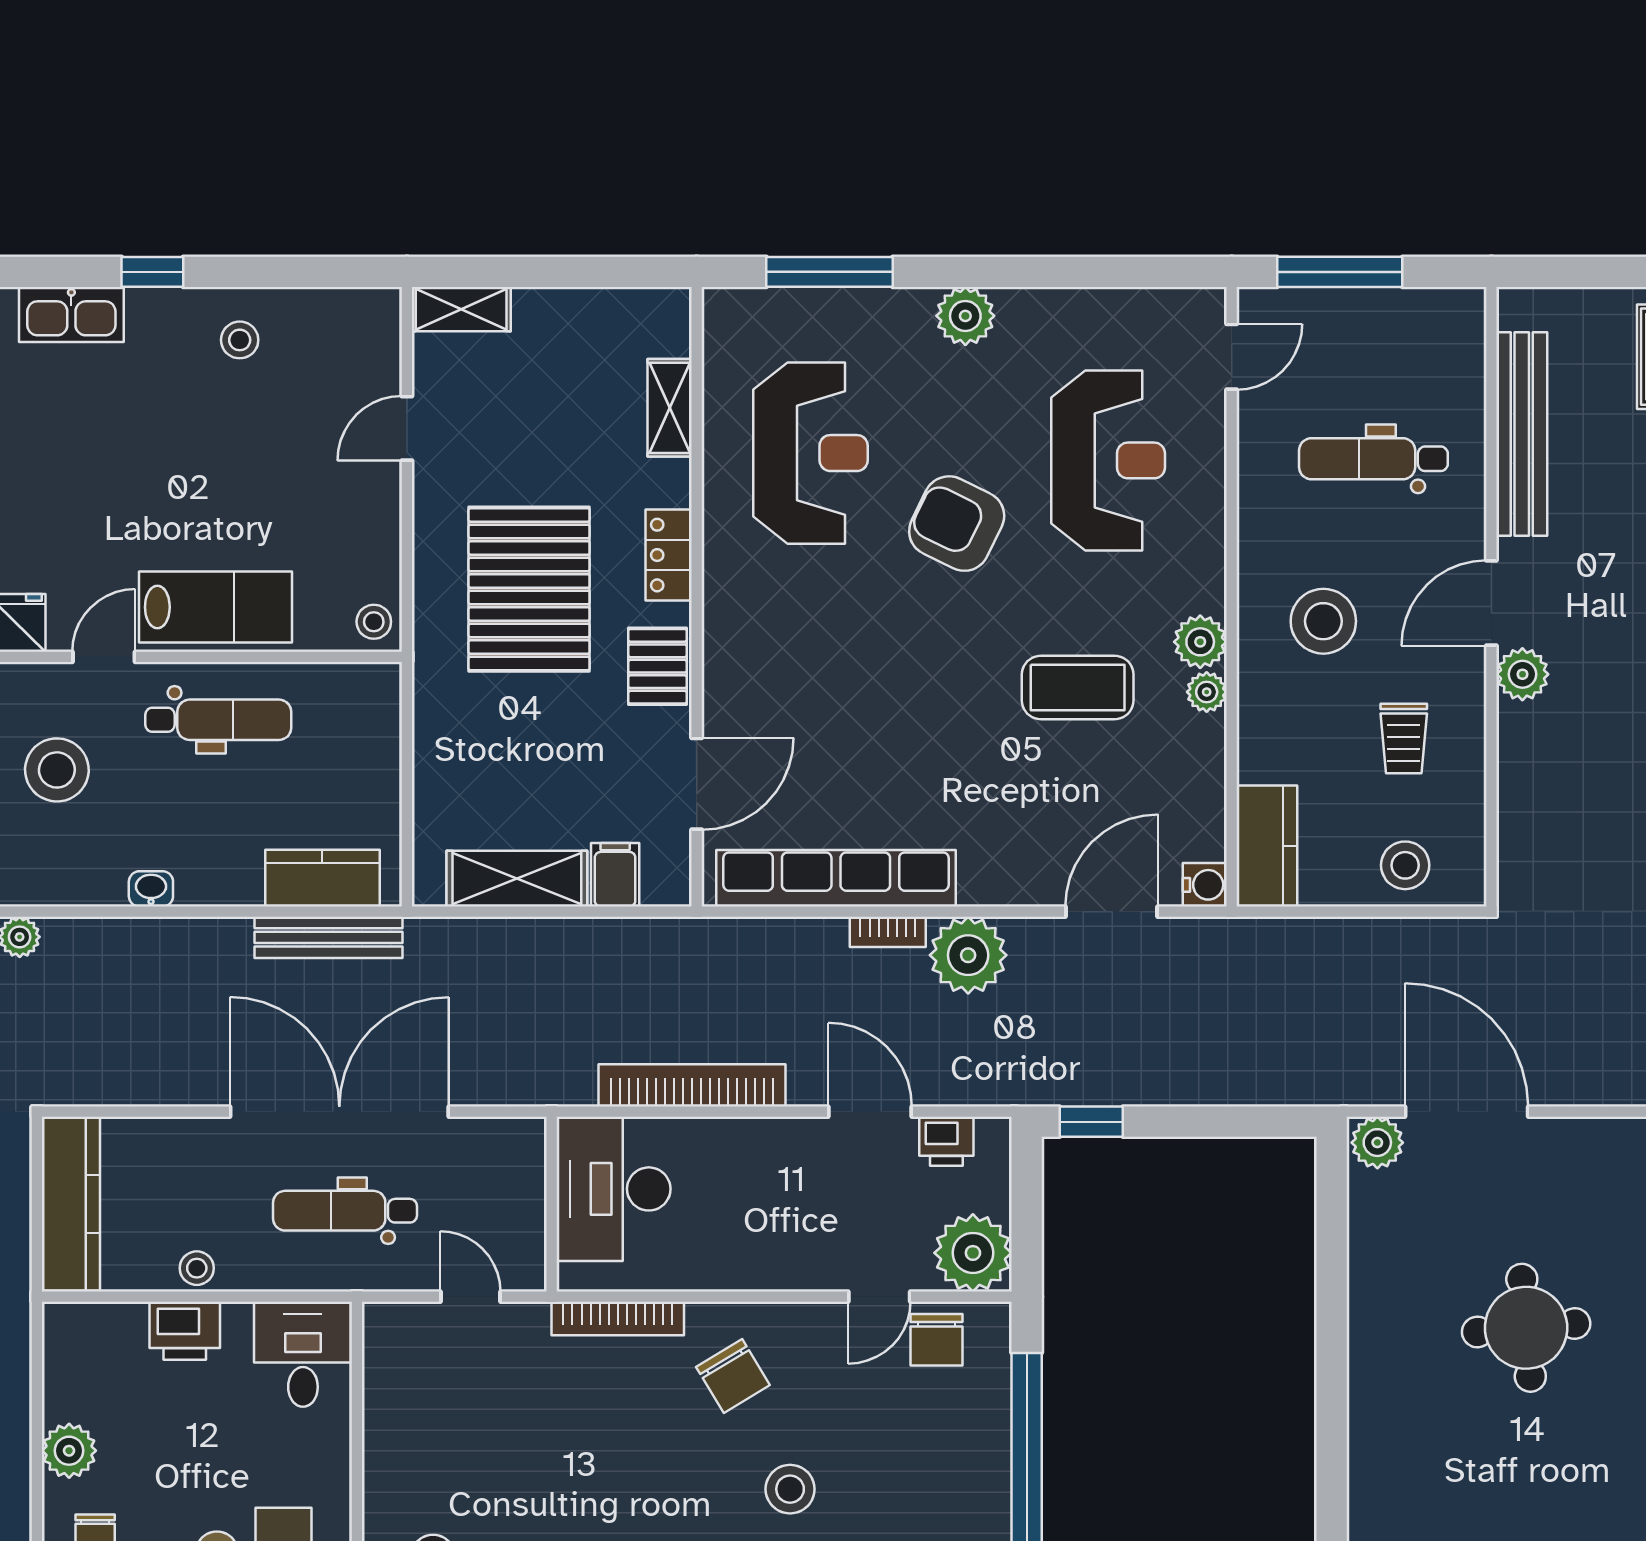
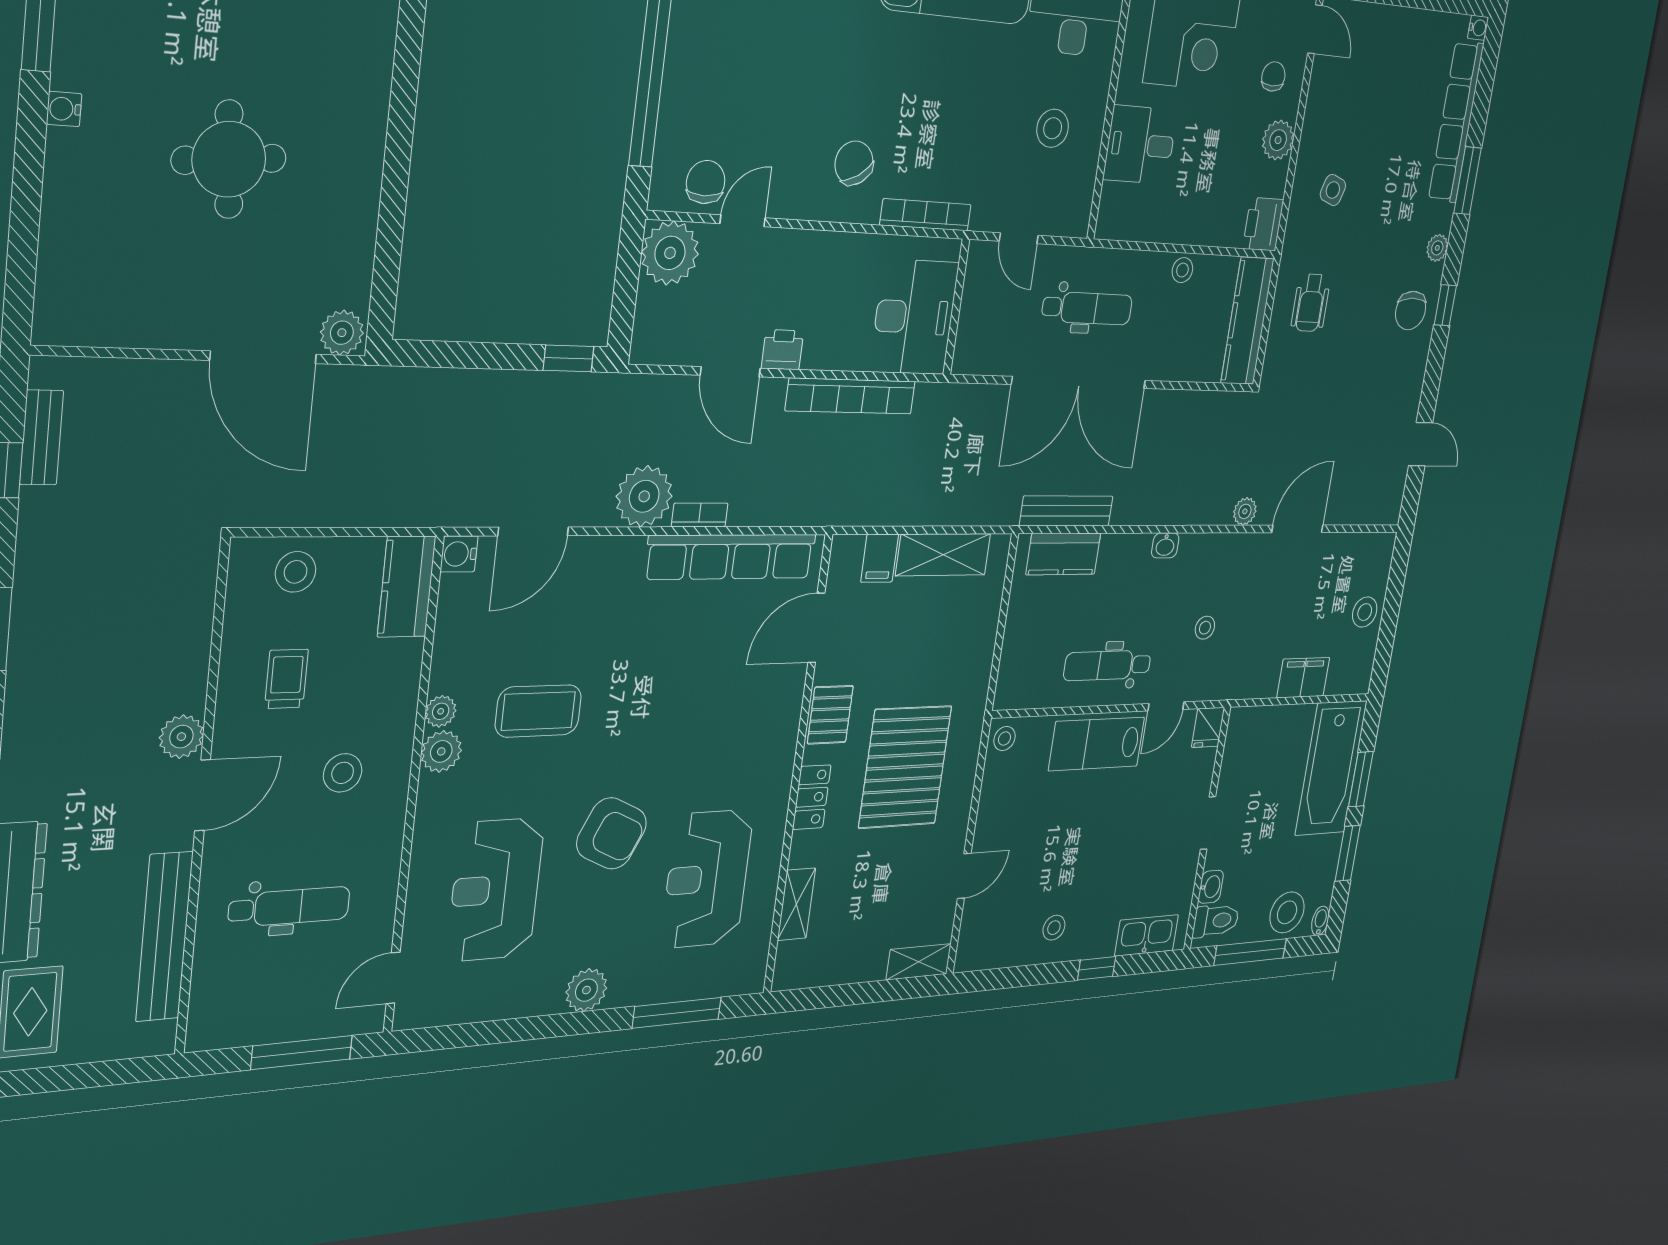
stool: (1323, 621) -> (343, 773), width x0.73, depth x0.73
stool: (57, 770) -> (1205, 628), width x0.53, depth x0.53
printer: (946, 1141) -> (782, 350), moved
printer: (185, 1331) -> (1263, 224), moved, turned -90
desk: (303, 1354) -> (1140, 145), moved, turned 90
stool: (790, 1489) -> (1053, 128), moved

